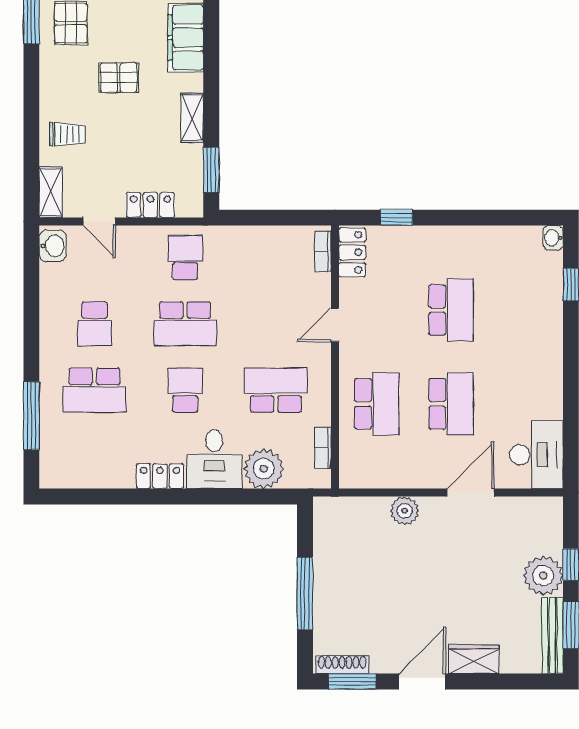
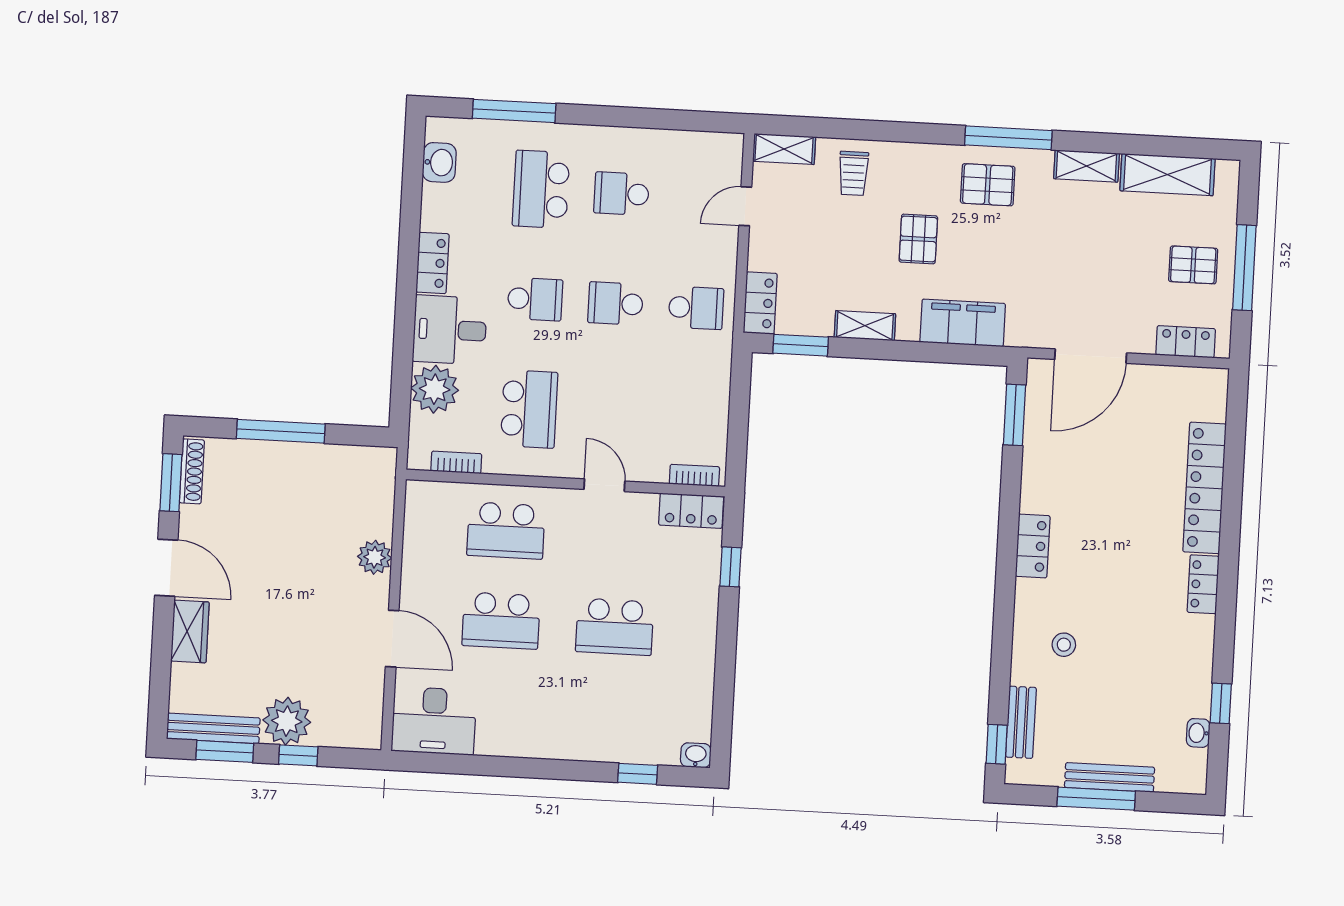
locker: (150, 205) -> (760, 303), moved
washbasin: (53, 246) -> (439, 162), moved, turned -90
school desk: (185, 324) -> (616, 303), width x0.54

